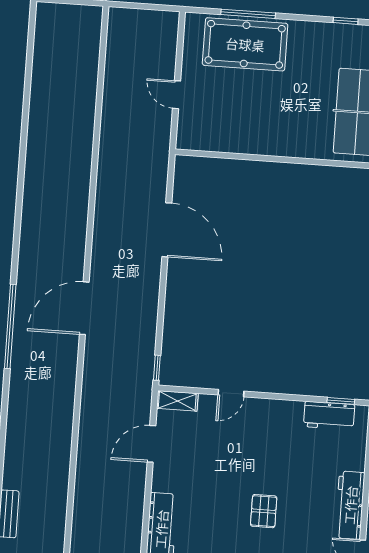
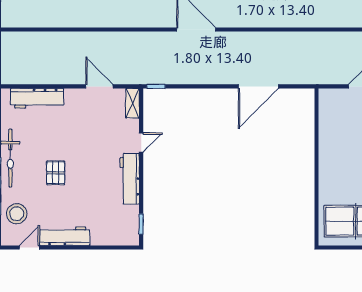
door: (231, 393) -> (141, 142), swing flipped
workbench: (329, 416) -> (130, 179), moved, width x1.38
pallet: (264, 511) -> (56, 173), turned 90

